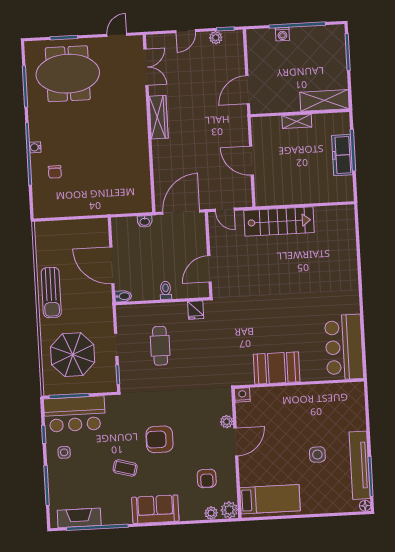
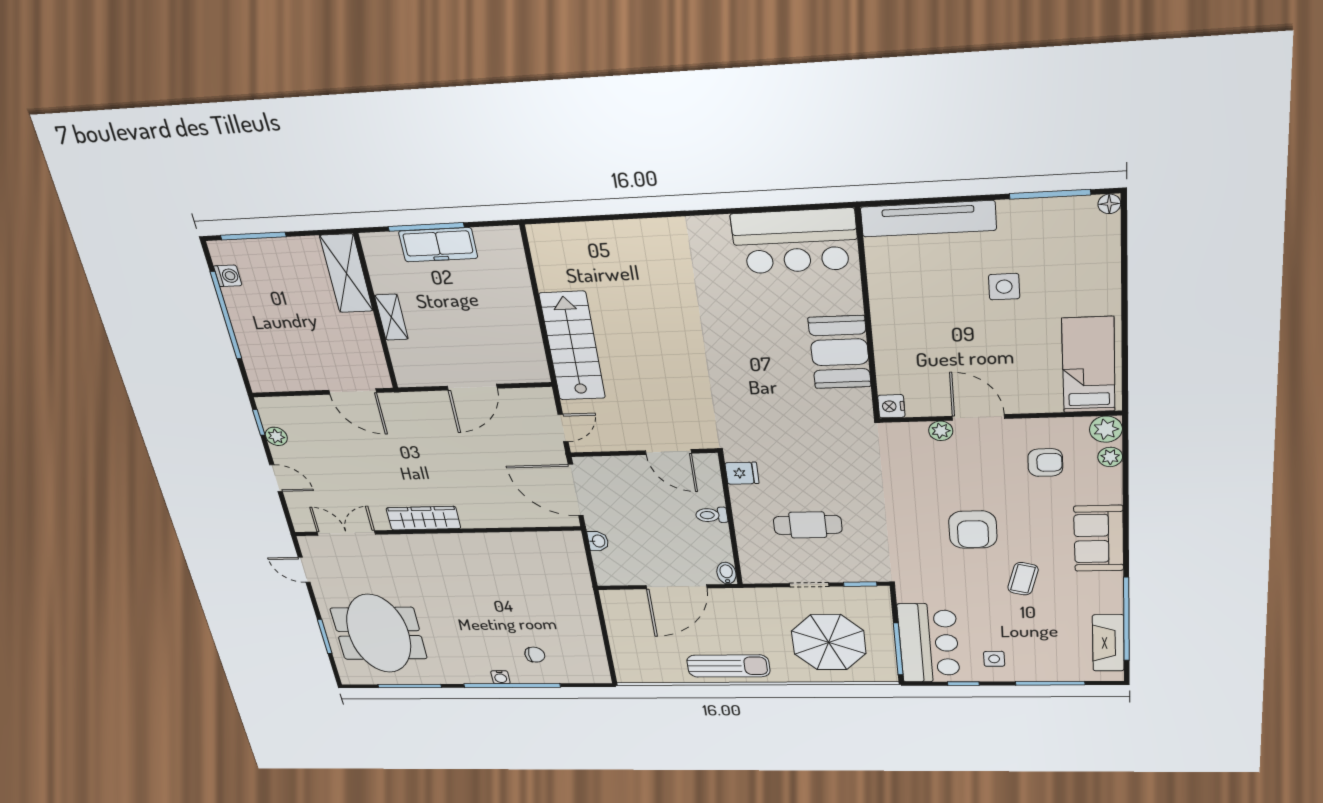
washing machine: (282, 34) -> (228, 276), moved
tv unit: (360, 465) -> (928, 219), moved

